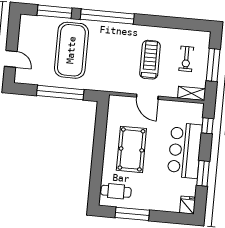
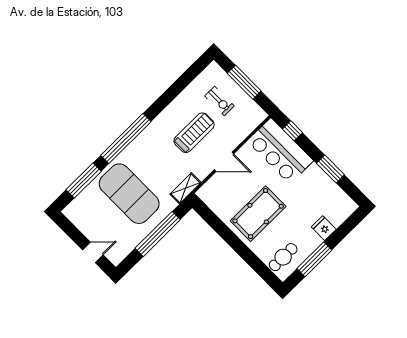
treadmill: (150, 60) -> (194, 133), turned 90
shelving: (192, 93) -> (185, 188), moved
pool table: (131, 149) -> (258, 214), turned 90
bar counter: (185, 150) -> (280, 151), moved
fridge: (188, 205) -> (324, 228), moved

